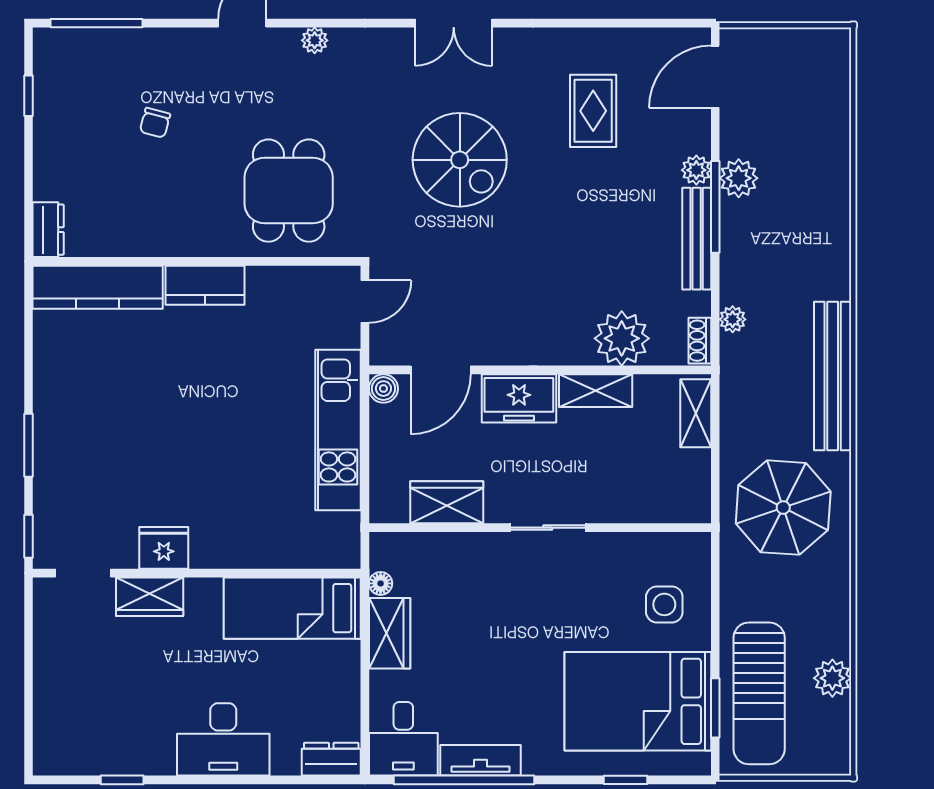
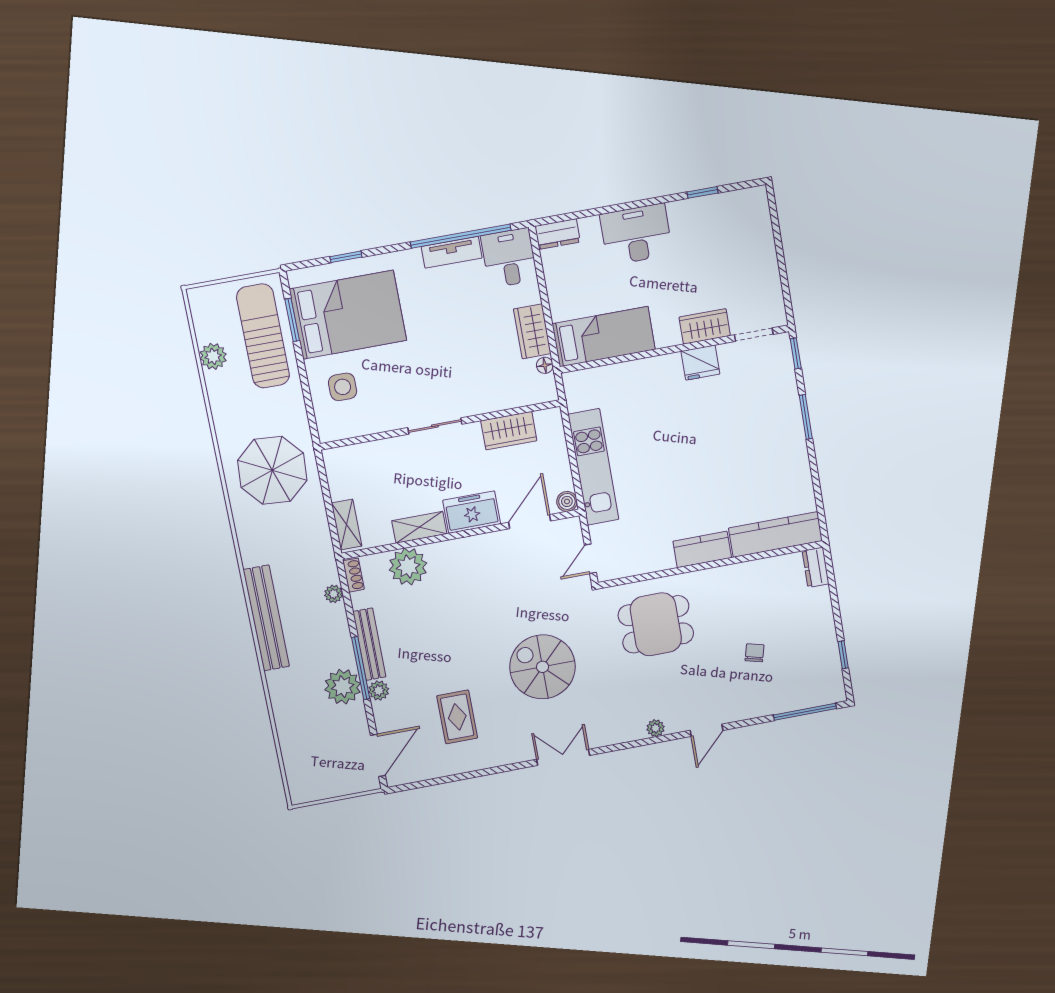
plant: (739, 178) -> (343, 687), width x1.36, depth x1.36
dining table: (289, 191) -> (656, 624), turned 90
bench: (833, 376) -> (266, 618), moved

